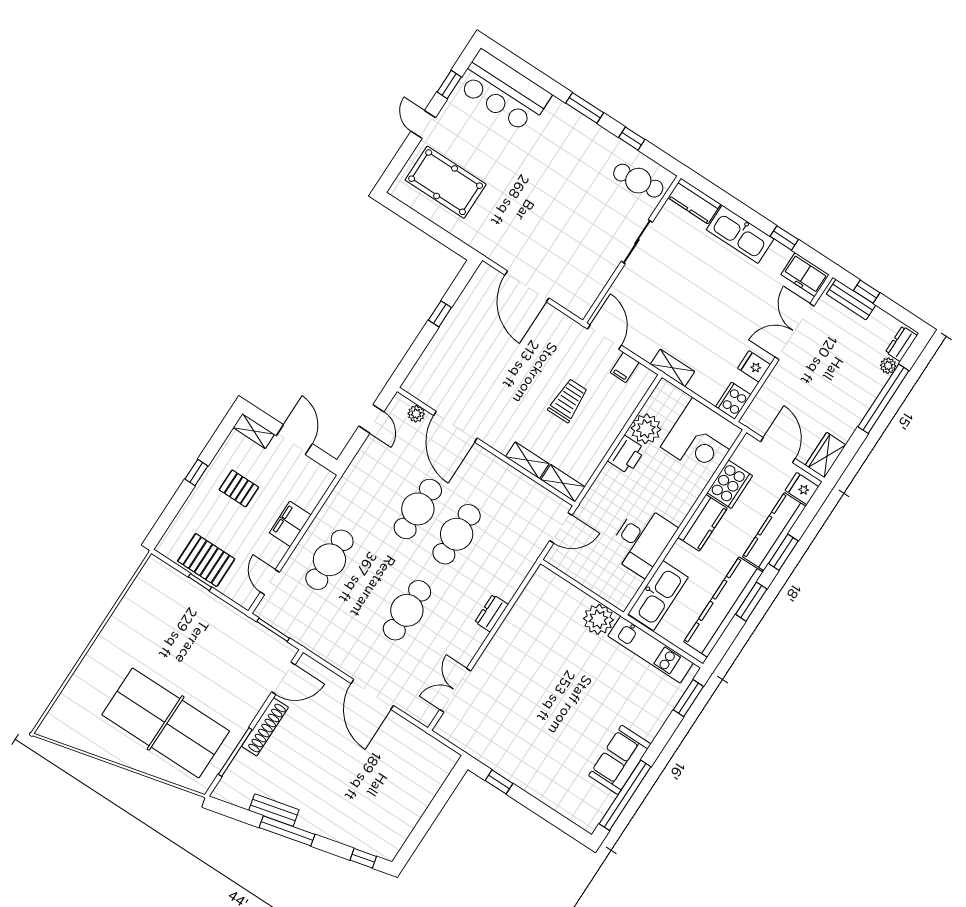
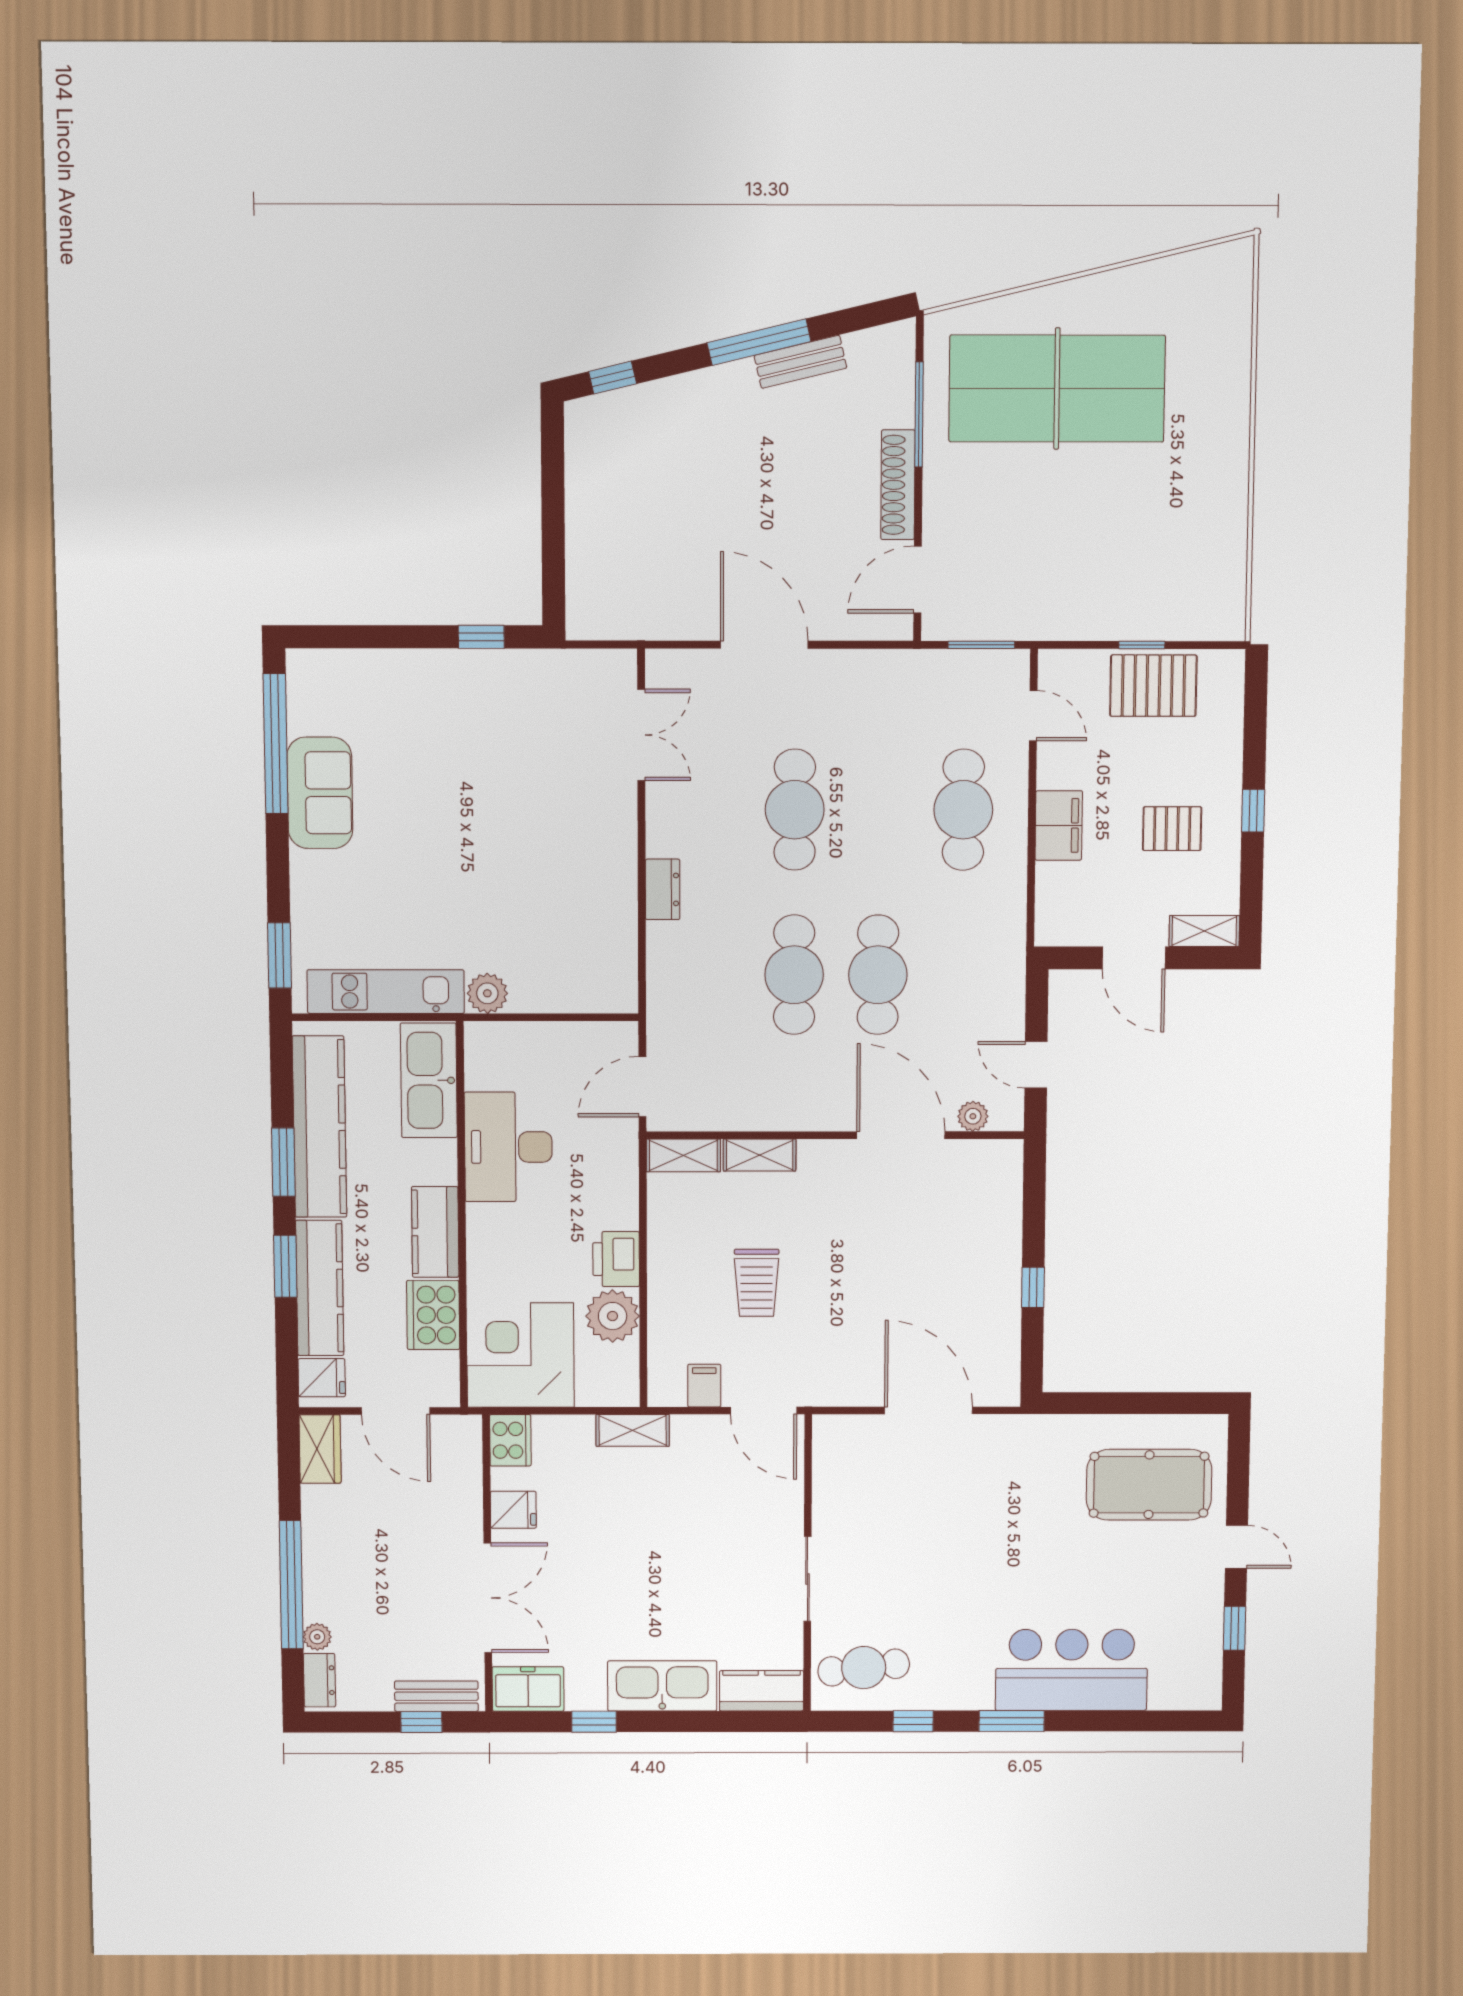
bar counter: (504, 91) -> (1071, 1670), moved
plant: (598, 619) -> (487, 993), width x0.73, depth x0.73

